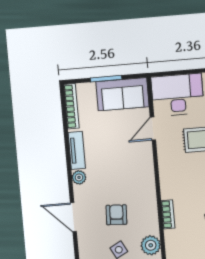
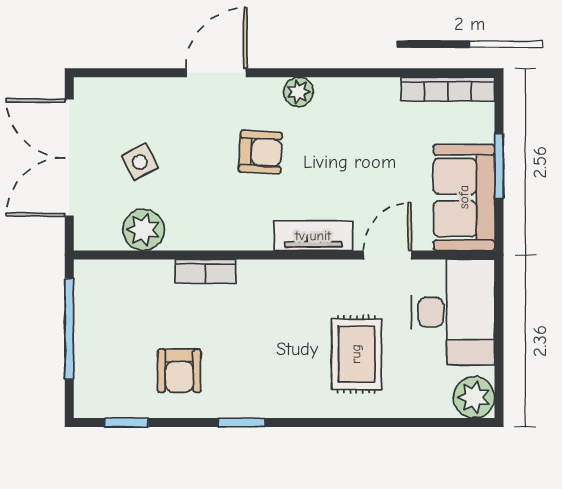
door: (153, 129) -> (387, 255), hinge flipped
tv unit: (77, 150) -> (313, 236), moved, turned 180
armchair: (116, 215) -> (260, 152), moved

